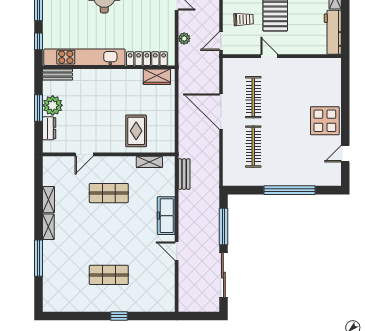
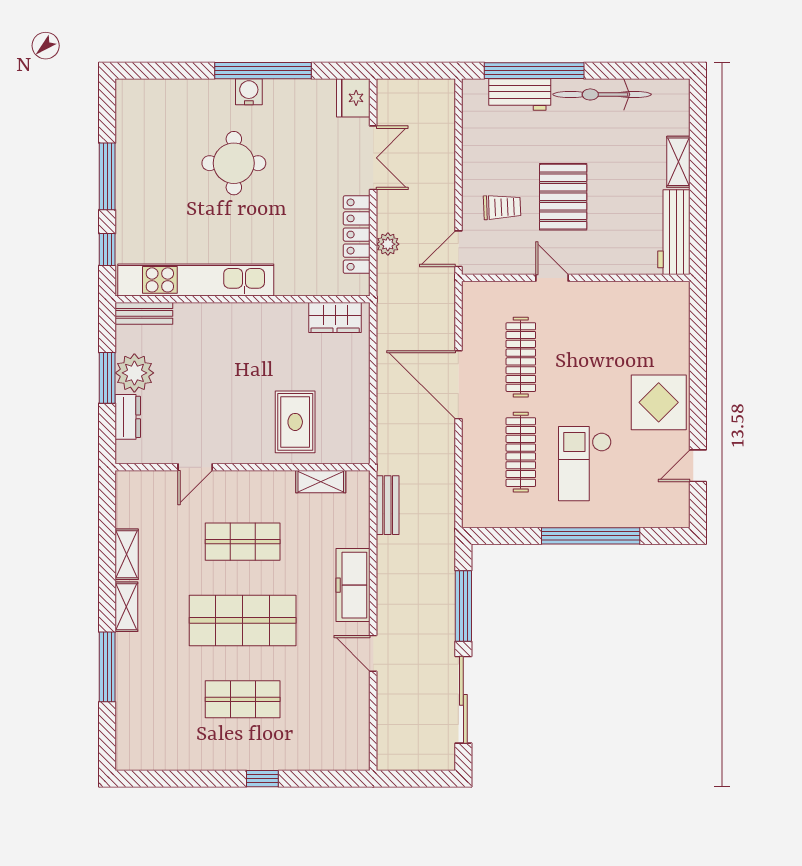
locker: (147, 59) -> (357, 235), moved, turned -90
checkout: (287, 153) -> (585, 464), added
shop shelf: (109, 234) -> (243, 620), added

